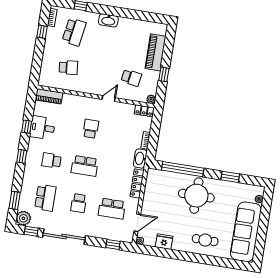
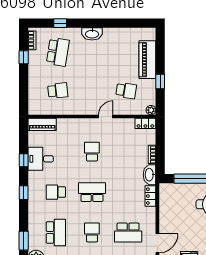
school desk: (85, 166) -> (92, 192), turned 180
locker: (137, 183) -> (150, 196), width x0.66
school desk: (79, 203) -> (92, 232), turned 180

